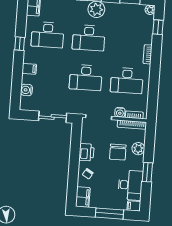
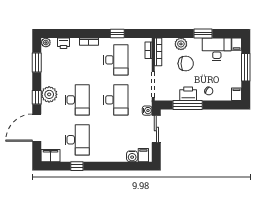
window: (158, 27) -> (117, 34), moved
printer: (148, 28) -> (63, 43), added
window: (20, 44) -> (77, 166), moved
filing cabinet: (29, 69) -> (143, 155), moved
water cooler: (120, 112) -> (147, 111), moved
window: (75, 151) -> (188, 105), added
filing cabinet: (83, 197) -> (237, 94), width x0.50

